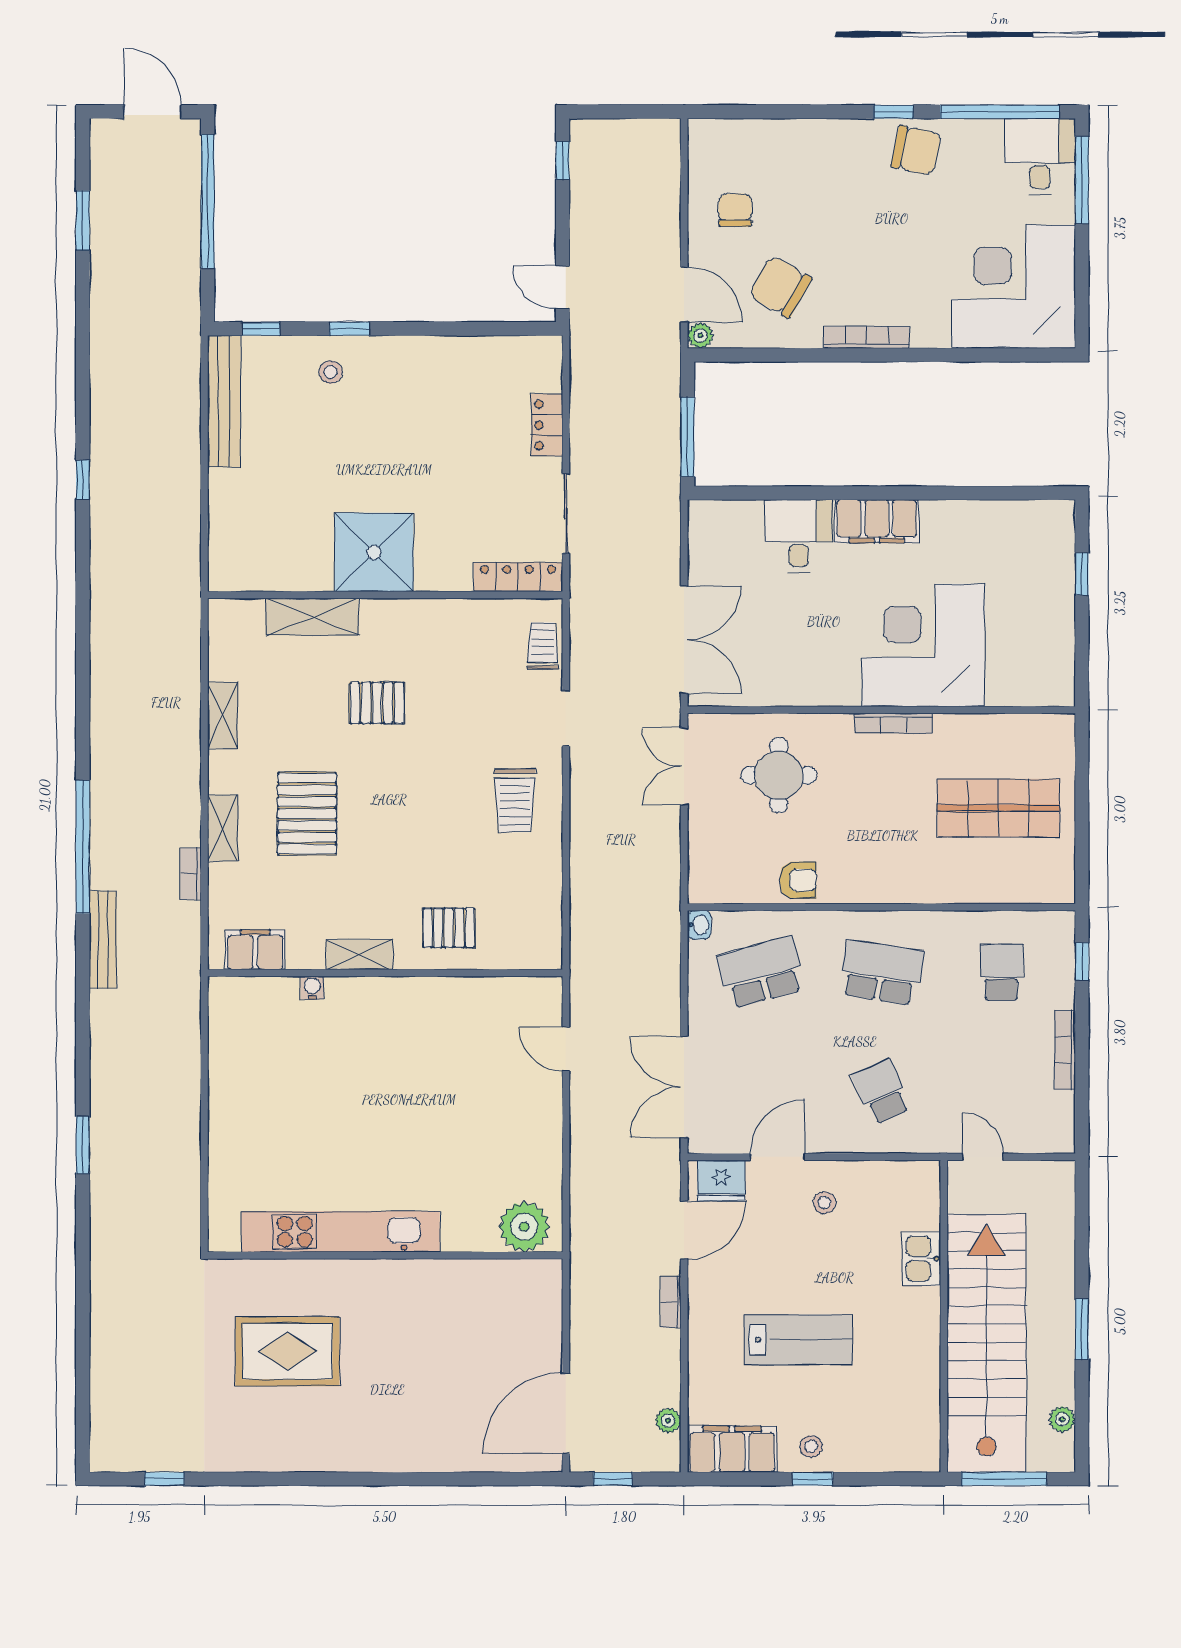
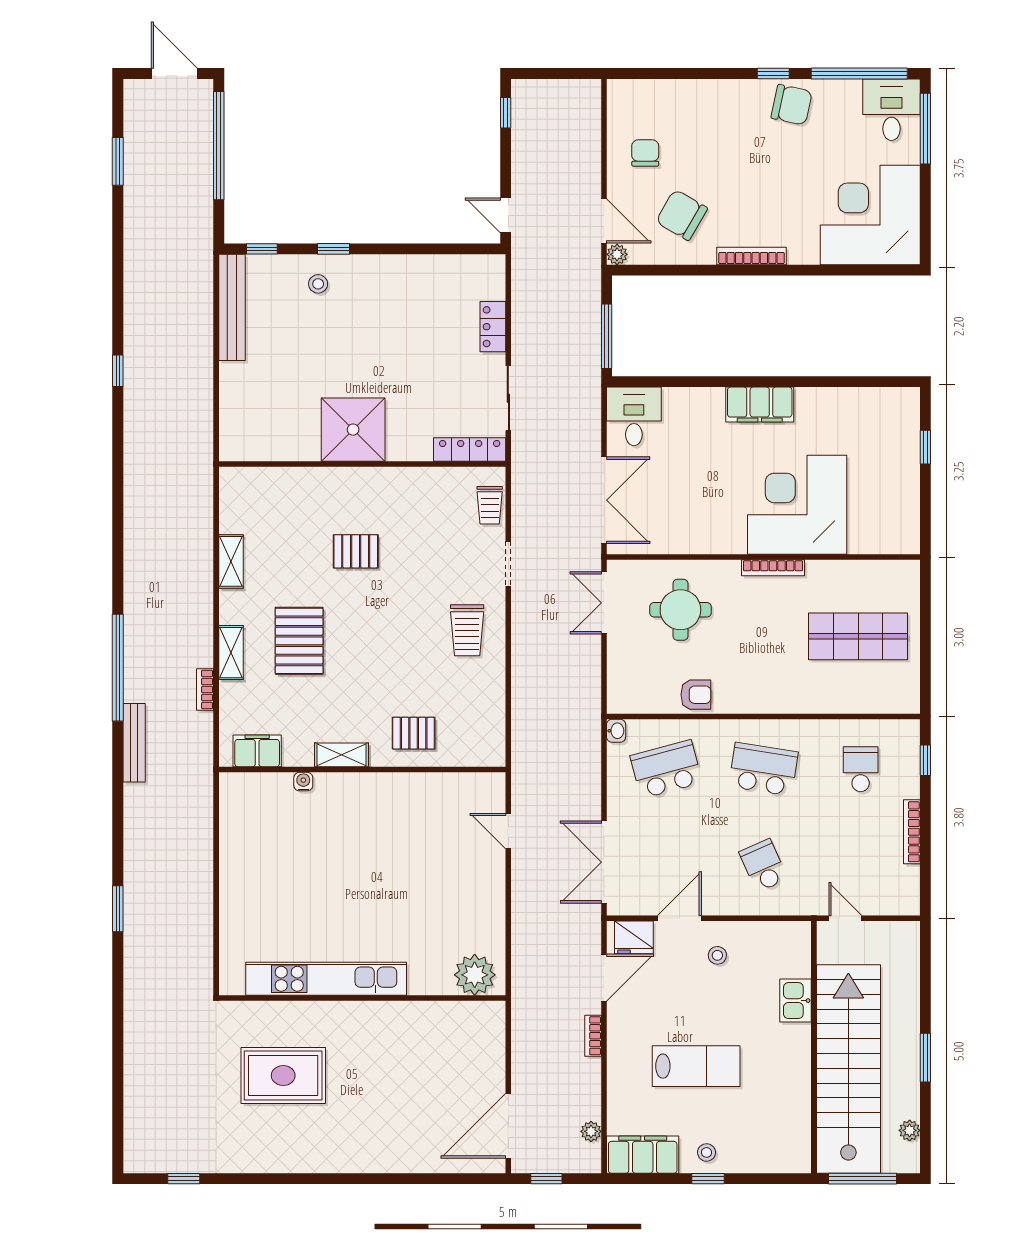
desk: (799, 536) -> (634, 416), moved
shelving: (312, 617) -> (303, 482), removed
trolley: (543, 646) -> (490, 505), turned 180

